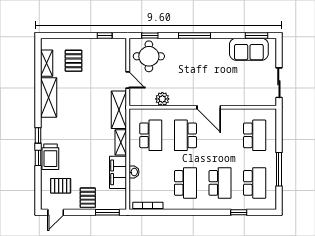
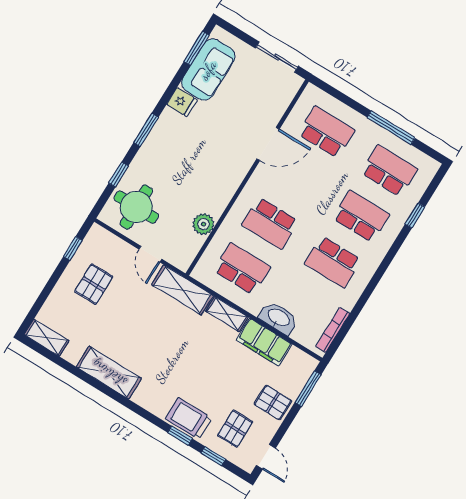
window: (150, 35) -> (118, 175), moved
window: (195, 35) -> (146, 130), width x0.69
fridge: (222, 46) -> (182, 102), added
pallet: (74, 61) -> (94, 284), moved, turned 90
shelving: (47, 63) -> (47, 338), moved
door: (128, 80) -> (150, 254), swing flipped
door: (209, 107) -> (268, 144), moved
window: (38, 135) -> (213, 456), moved
trolley: (50, 157) -> (189, 418), turned 180
washbasin: (134, 172) -> (278, 318), width x1.91, depth x1.45
school desk: (185, 183) -> (333, 262), turned 180

